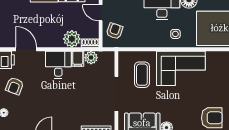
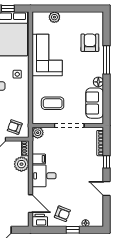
door: (26, 49) -> (30, 204), swing flipped
plant: (91, 58) -> (38, 133), moved
corner sofa: (181, 68) -> (47, 55), moved

